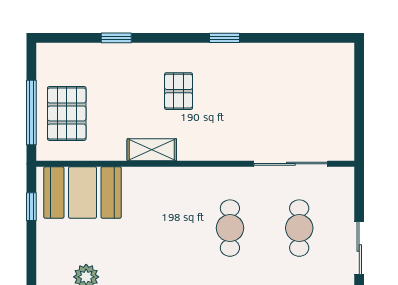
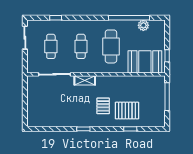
pallet: (67, 113) -> (127, 111), moved, turned 90
shelving: (152, 150) -> (85, 80), moved
cafe table: (161, 228) -> (111, 46), added

